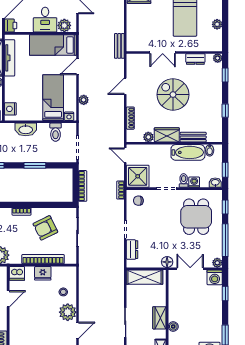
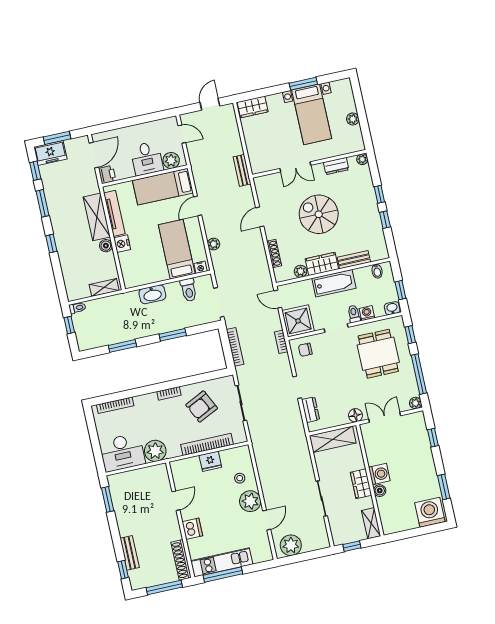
window: (225, 75) -> (379, 194), moved
nightstand: (10, 109) -> (122, 244), moved
bathtub: (188, 152) -> (334, 283), moved
dishwasher: (17, 273) -> (192, 529), moved, turned -90
washing machine: (215, 277) -> (379, 474), moved, turned -90

